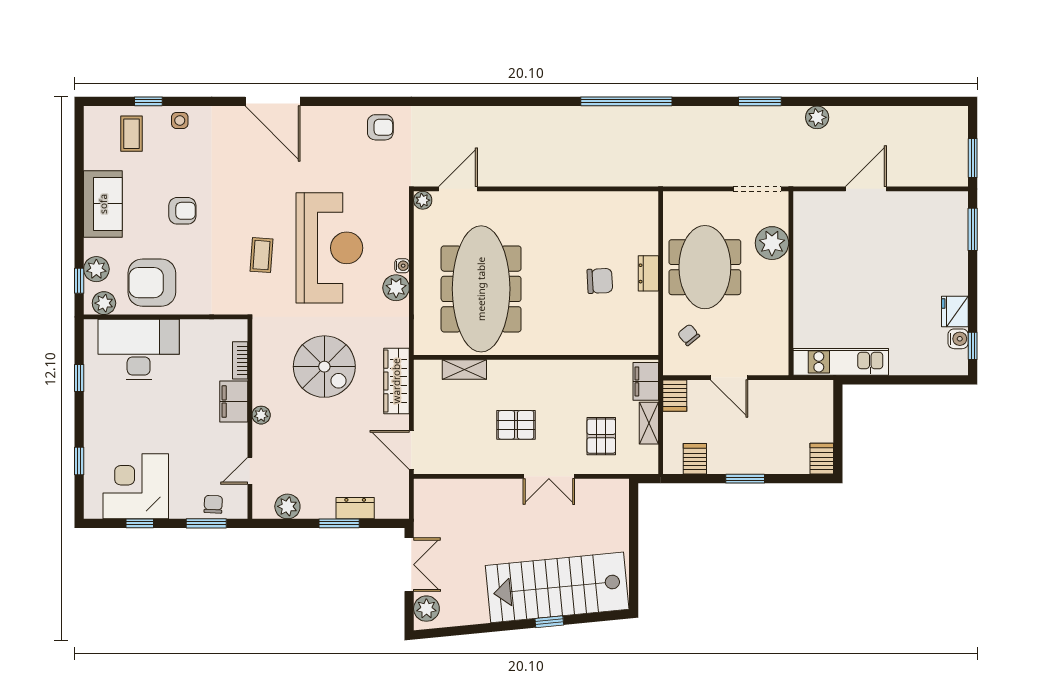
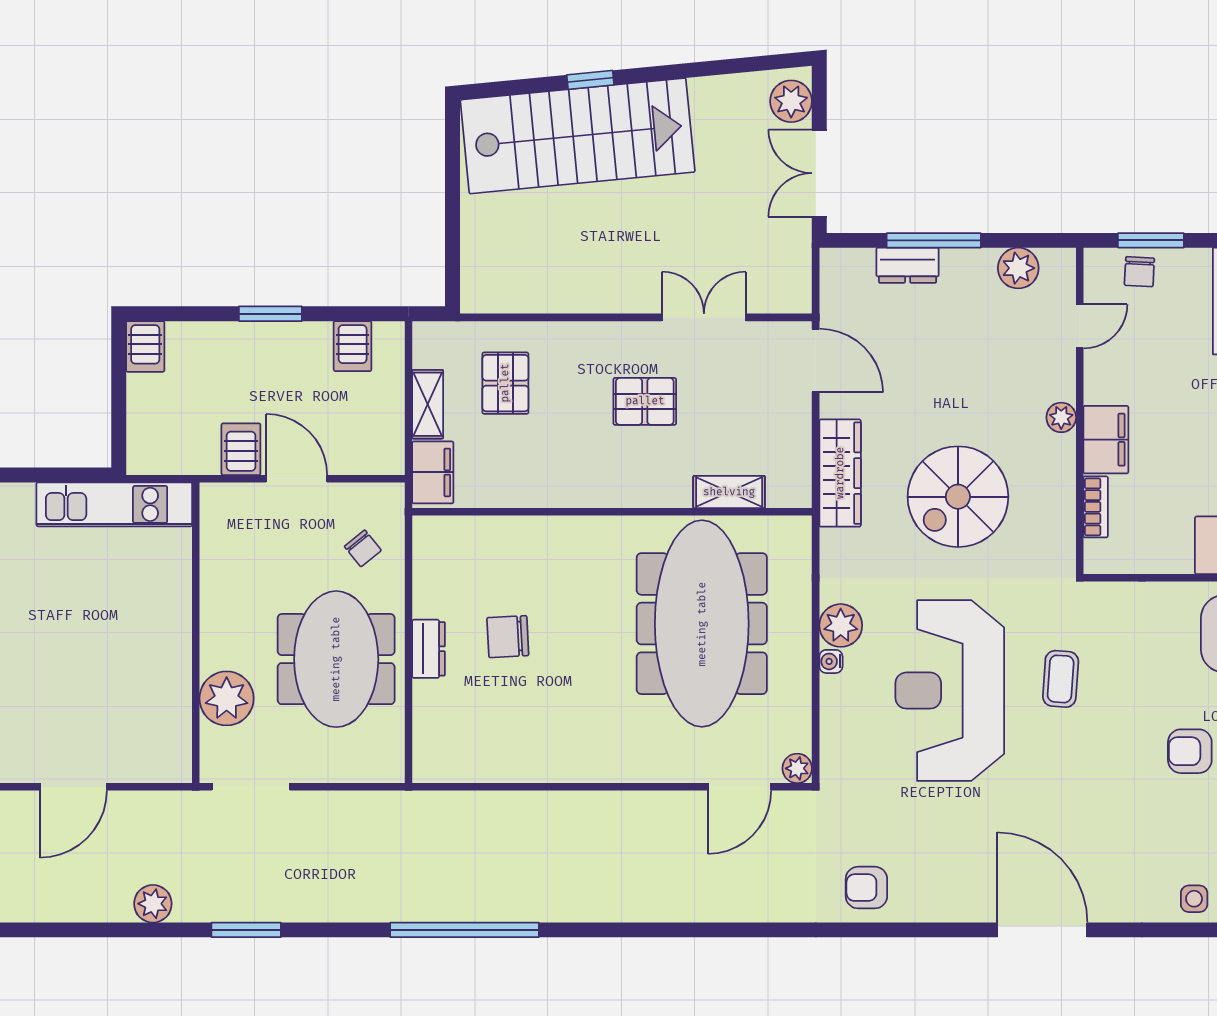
spiral stairs: (324, 367) -> (958, 497), turned -90
server rack: (675, 396) -> (241, 449), moved
double door: (549, 476) -> (704, 317), moved
window: (339, 523) -> (934, 240), width x1.44

